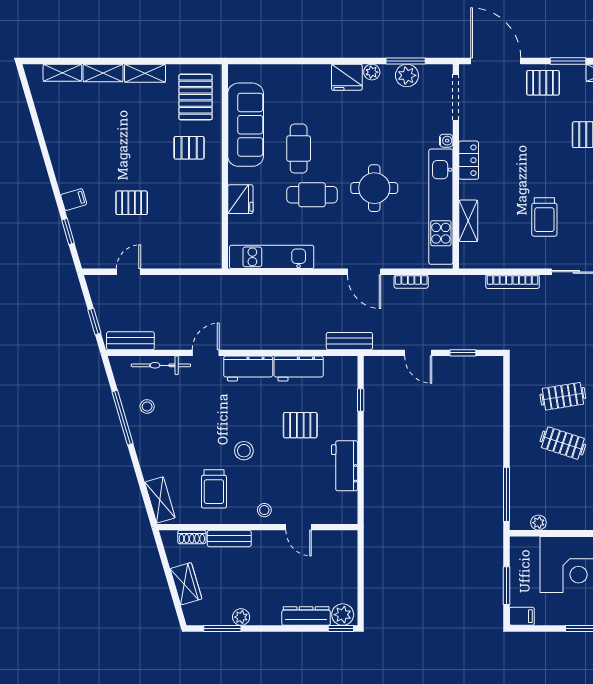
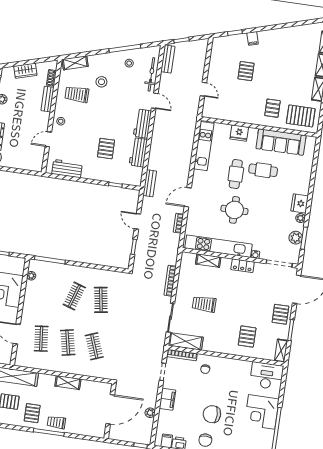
door: (128, 272) -> (203, 89), moved
door: (418, 353) -> (137, 221), hinge flipped
stool: (244, 451) -> (101, 82), moved
workbench: (345, 466) -> (67, 169), moved

